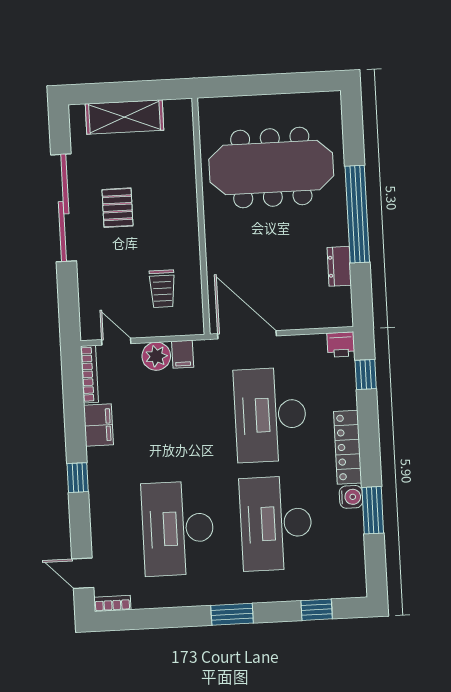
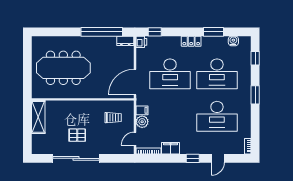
shelving: (124, 117) -> (38, 117), moved
meeting table: (271, 167) -> (63, 68), turned 90
window: (357, 214) -> (102, 32), moved
dresser: (339, 266) -> (125, 41), moved
locker: (348, 447) -> (191, 41), width x0.66
water cooler: (351, 497) -> (233, 41), moved
door: (83, 573) -> (218, 158), moved

